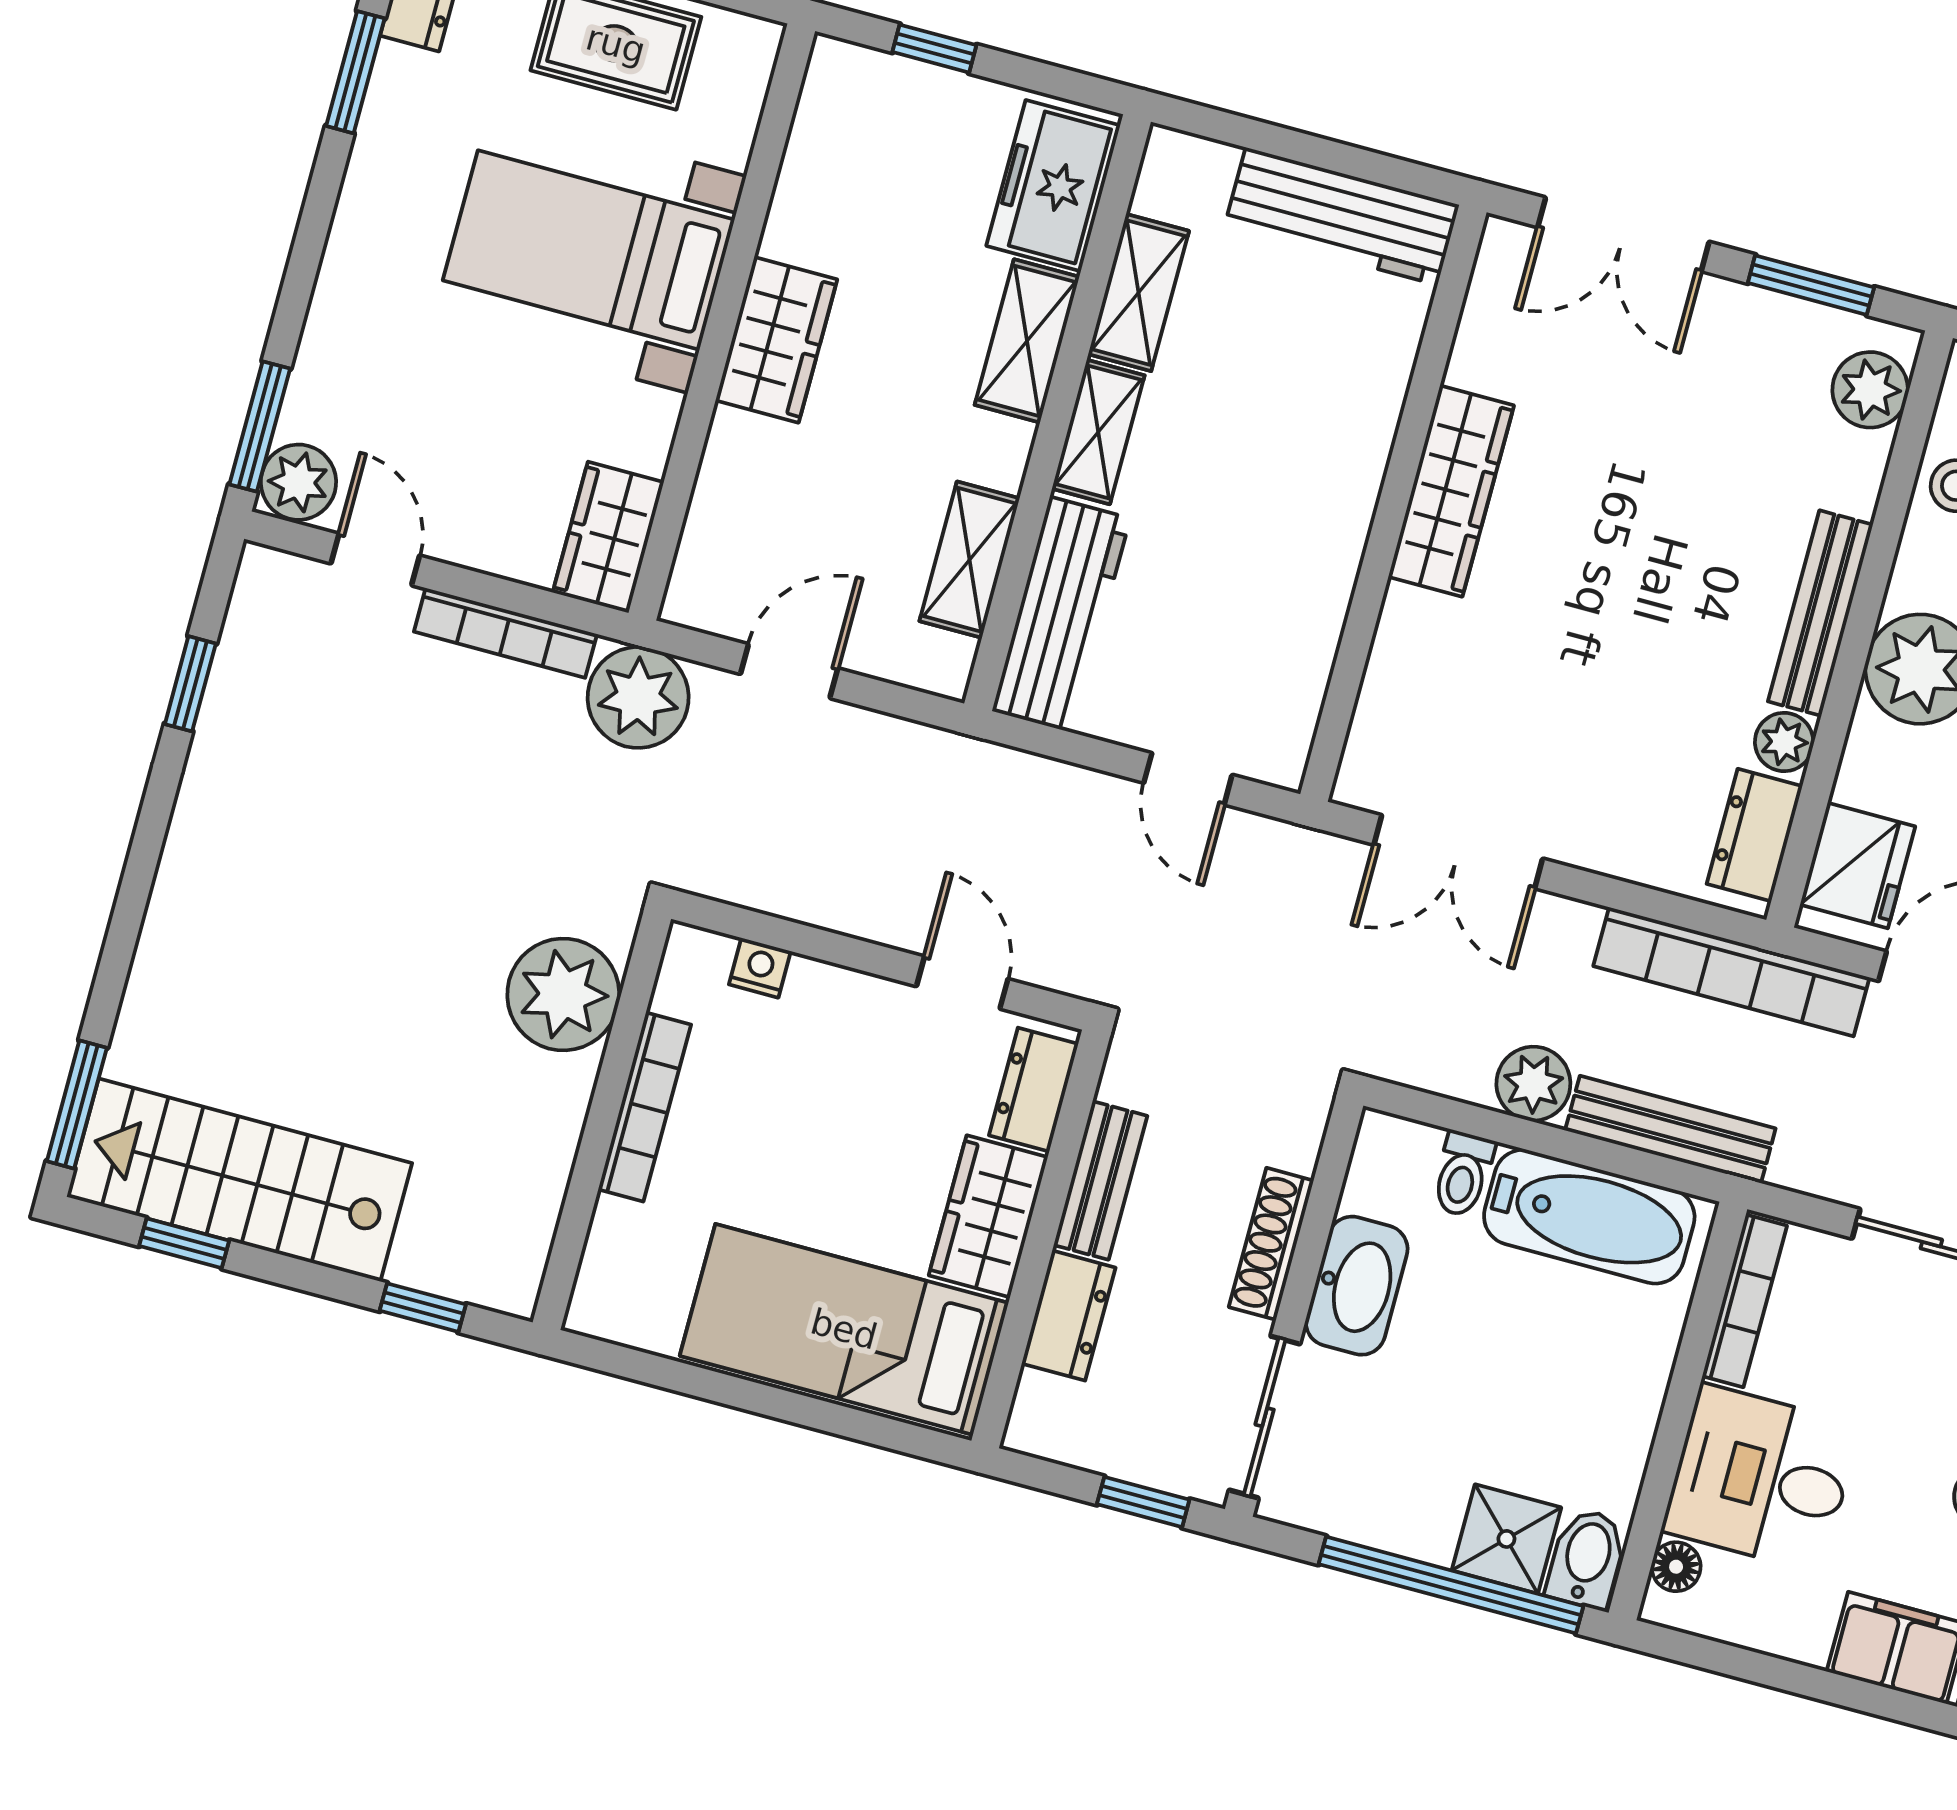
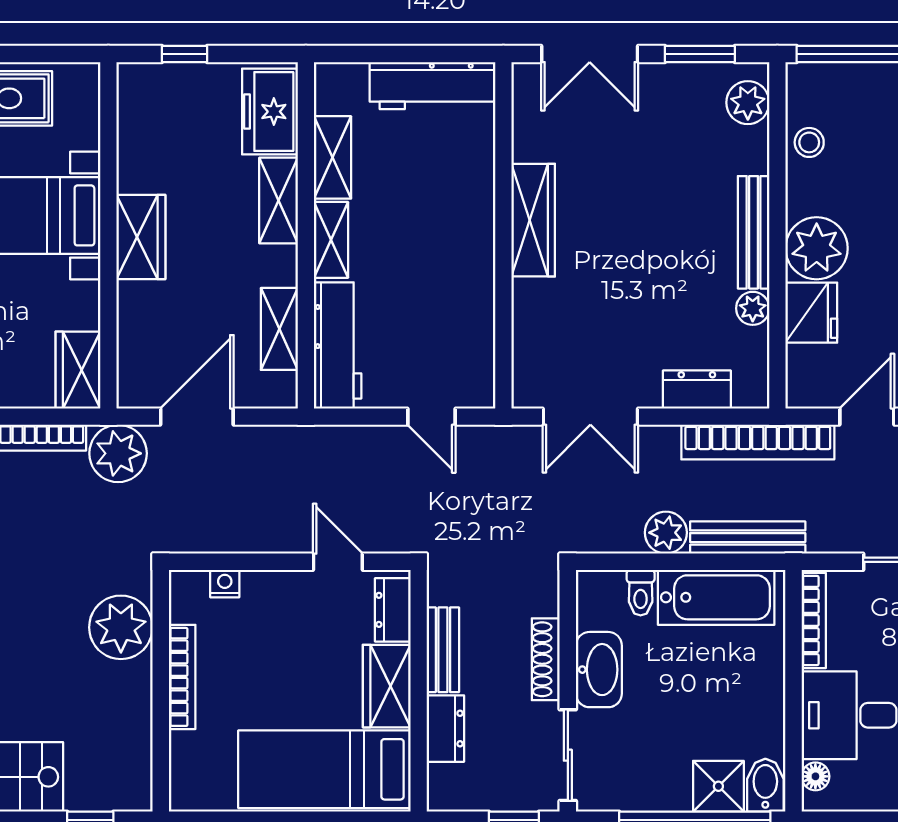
door: (789, 671) -> (197, 417), width x1.38
dresser: (1754, 835) -> (697, 390), moved, turned 90
fridge: (1858, 866) -> (811, 313), moved

